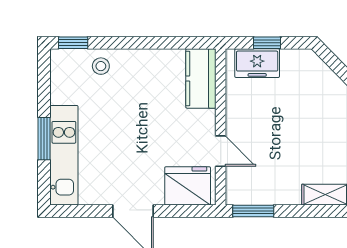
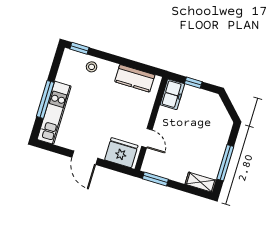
freezer: (257, 63) -> (172, 94), moved, turned -90
kitchen counter: (201, 78) -> (135, 78), moved, turned -90
window: (44, 139) -> (45, 99), width x1.44

